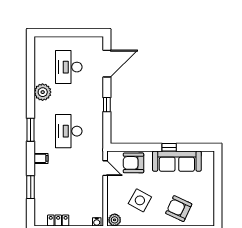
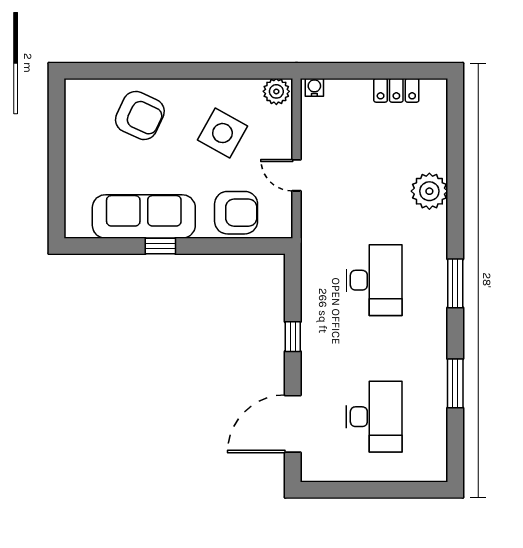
plant: (43, 92) -> (429, 191), moved
filing cabinet: (41, 158) -> (433, 222), removed
door: (105, 168) -> (297, 175), moved
window: (31, 187) -> (455, 383), moved

